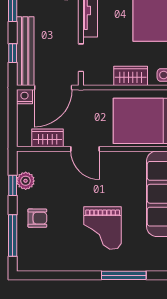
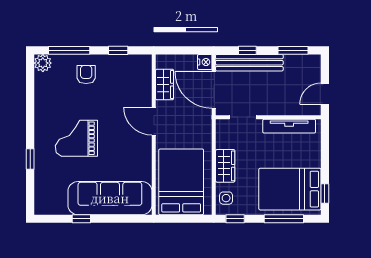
door: (85, 149) -> (154, 121), hinge flipped
plant: (26, 181) -> (43, 63), moved
armchair: (37, 218) -> (86, 75), turned 180
window: (124, 275) -> (30, 159), width x0.46

